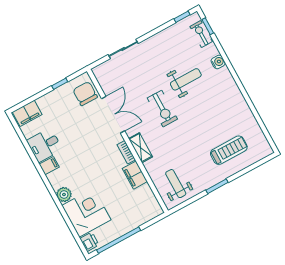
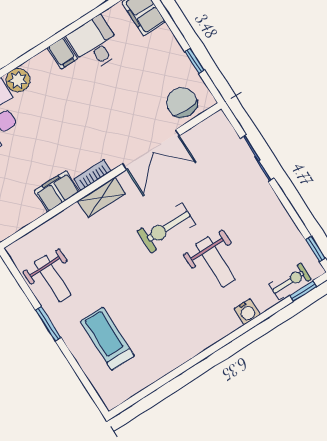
chair: (85, 94) -> (182, 103), turned -90
treadmill: (229, 150) -> (107, 339), turned 180
weight bench: (176, 184) -> (53, 279), moved, turned 90

